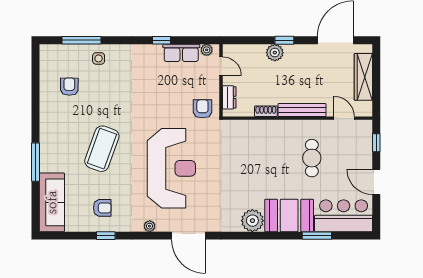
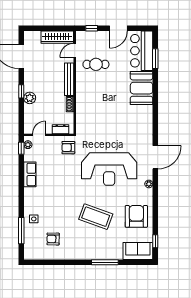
window: (161, 40) -> (21, 148), moved
row of seats: (181, 53) -> (30, 174), moved
wardrobe: (363, 77) -> (57, 37), moved
cafe table: (312, 158) -> (96, 64), moved
reception desk: (171, 168) -> (109, 169), turned 180
sofa: (52, 202) -> (138, 251), width x0.73
armchair: (102, 208) -> (136, 216), width x1.88, depth x1.88
plant: (252, 221) -> (145, 113), removed
window: (106, 236) -> (155, 241), moved
window: (317, 236) -> (155, 59), moved

